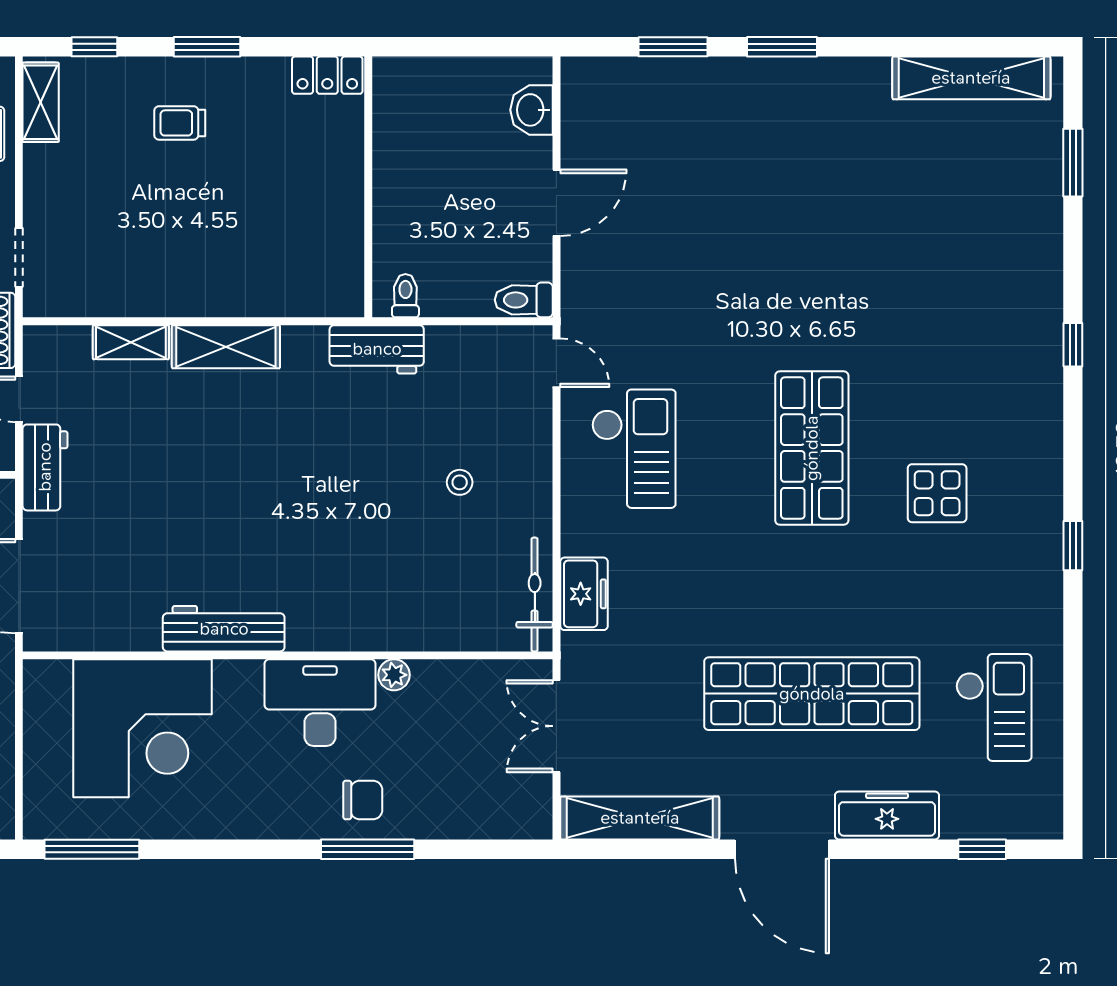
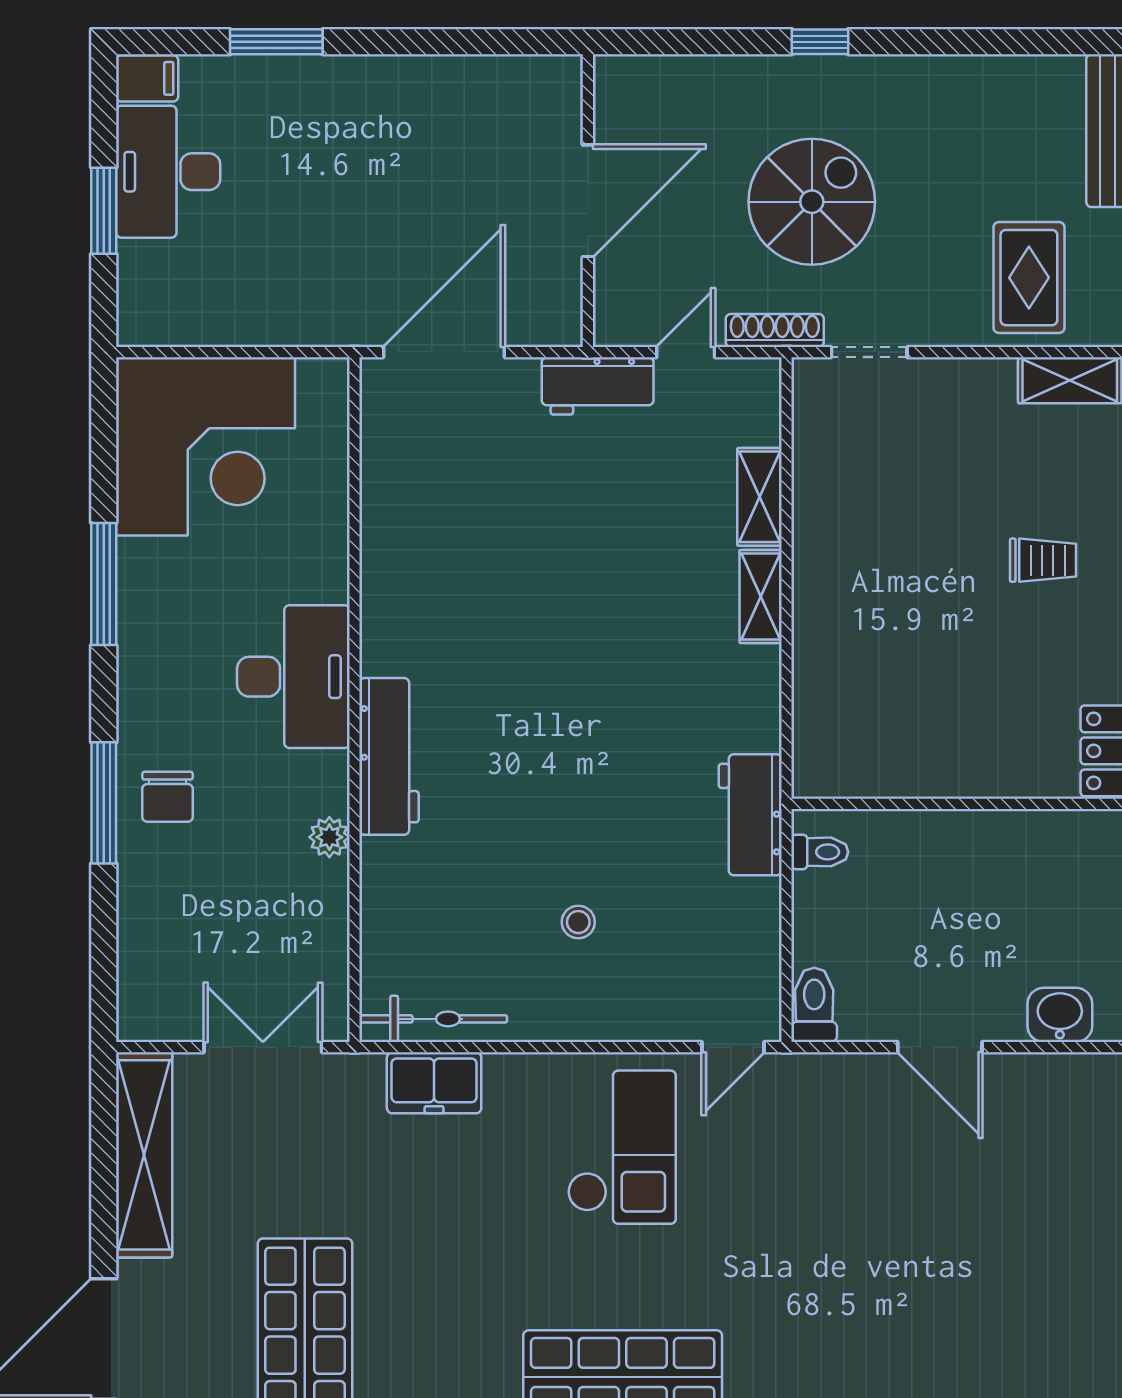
trolley: (180, 123) -> (1043, 560), turned 90
shelving: (226, 347) -> (761, 596), width x0.67, depth x0.75
checkout: (634, 449) -> (622, 1147), turned -90
workbench: (224, 629) -> (389, 756), moved
desk: (320, 703) -> (293, 677), moved
corner desk: (143, 728) -> (205, 446), moved, turned -90
window: (92, 849) -> (104, 584), moved

